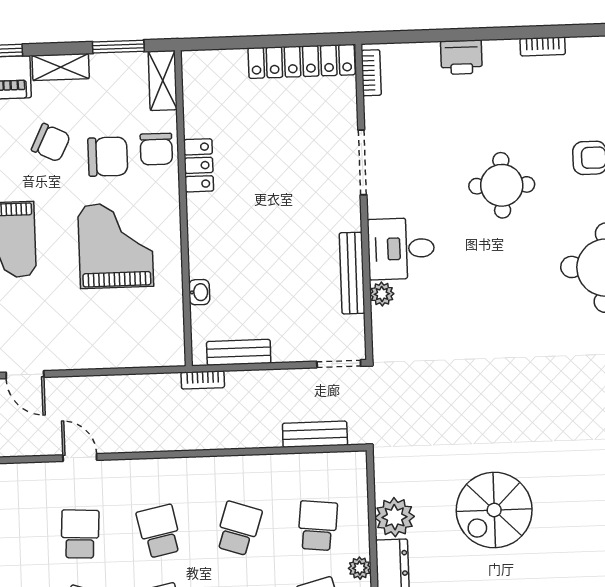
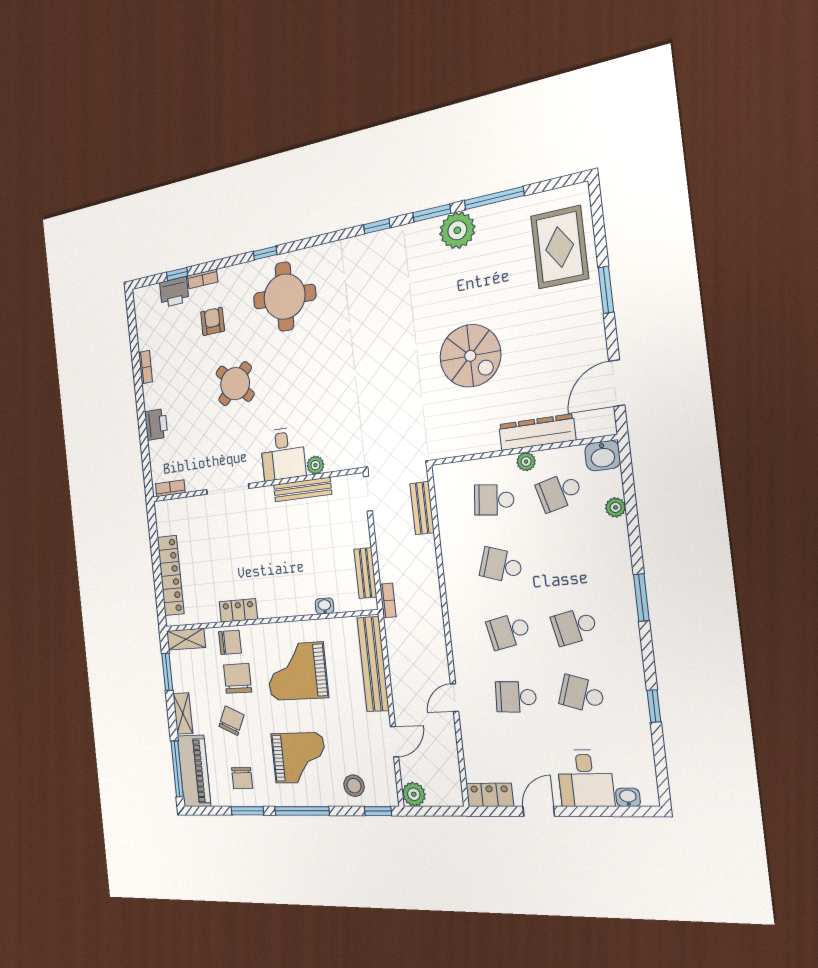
locker: (302, 61) -> (171, 575), moved
round table: (502, 185) -> (235, 384), turned 45
bench: (123, 354) -> (373, 664), added
plant: (395, 517) -> (482, 437), removed

